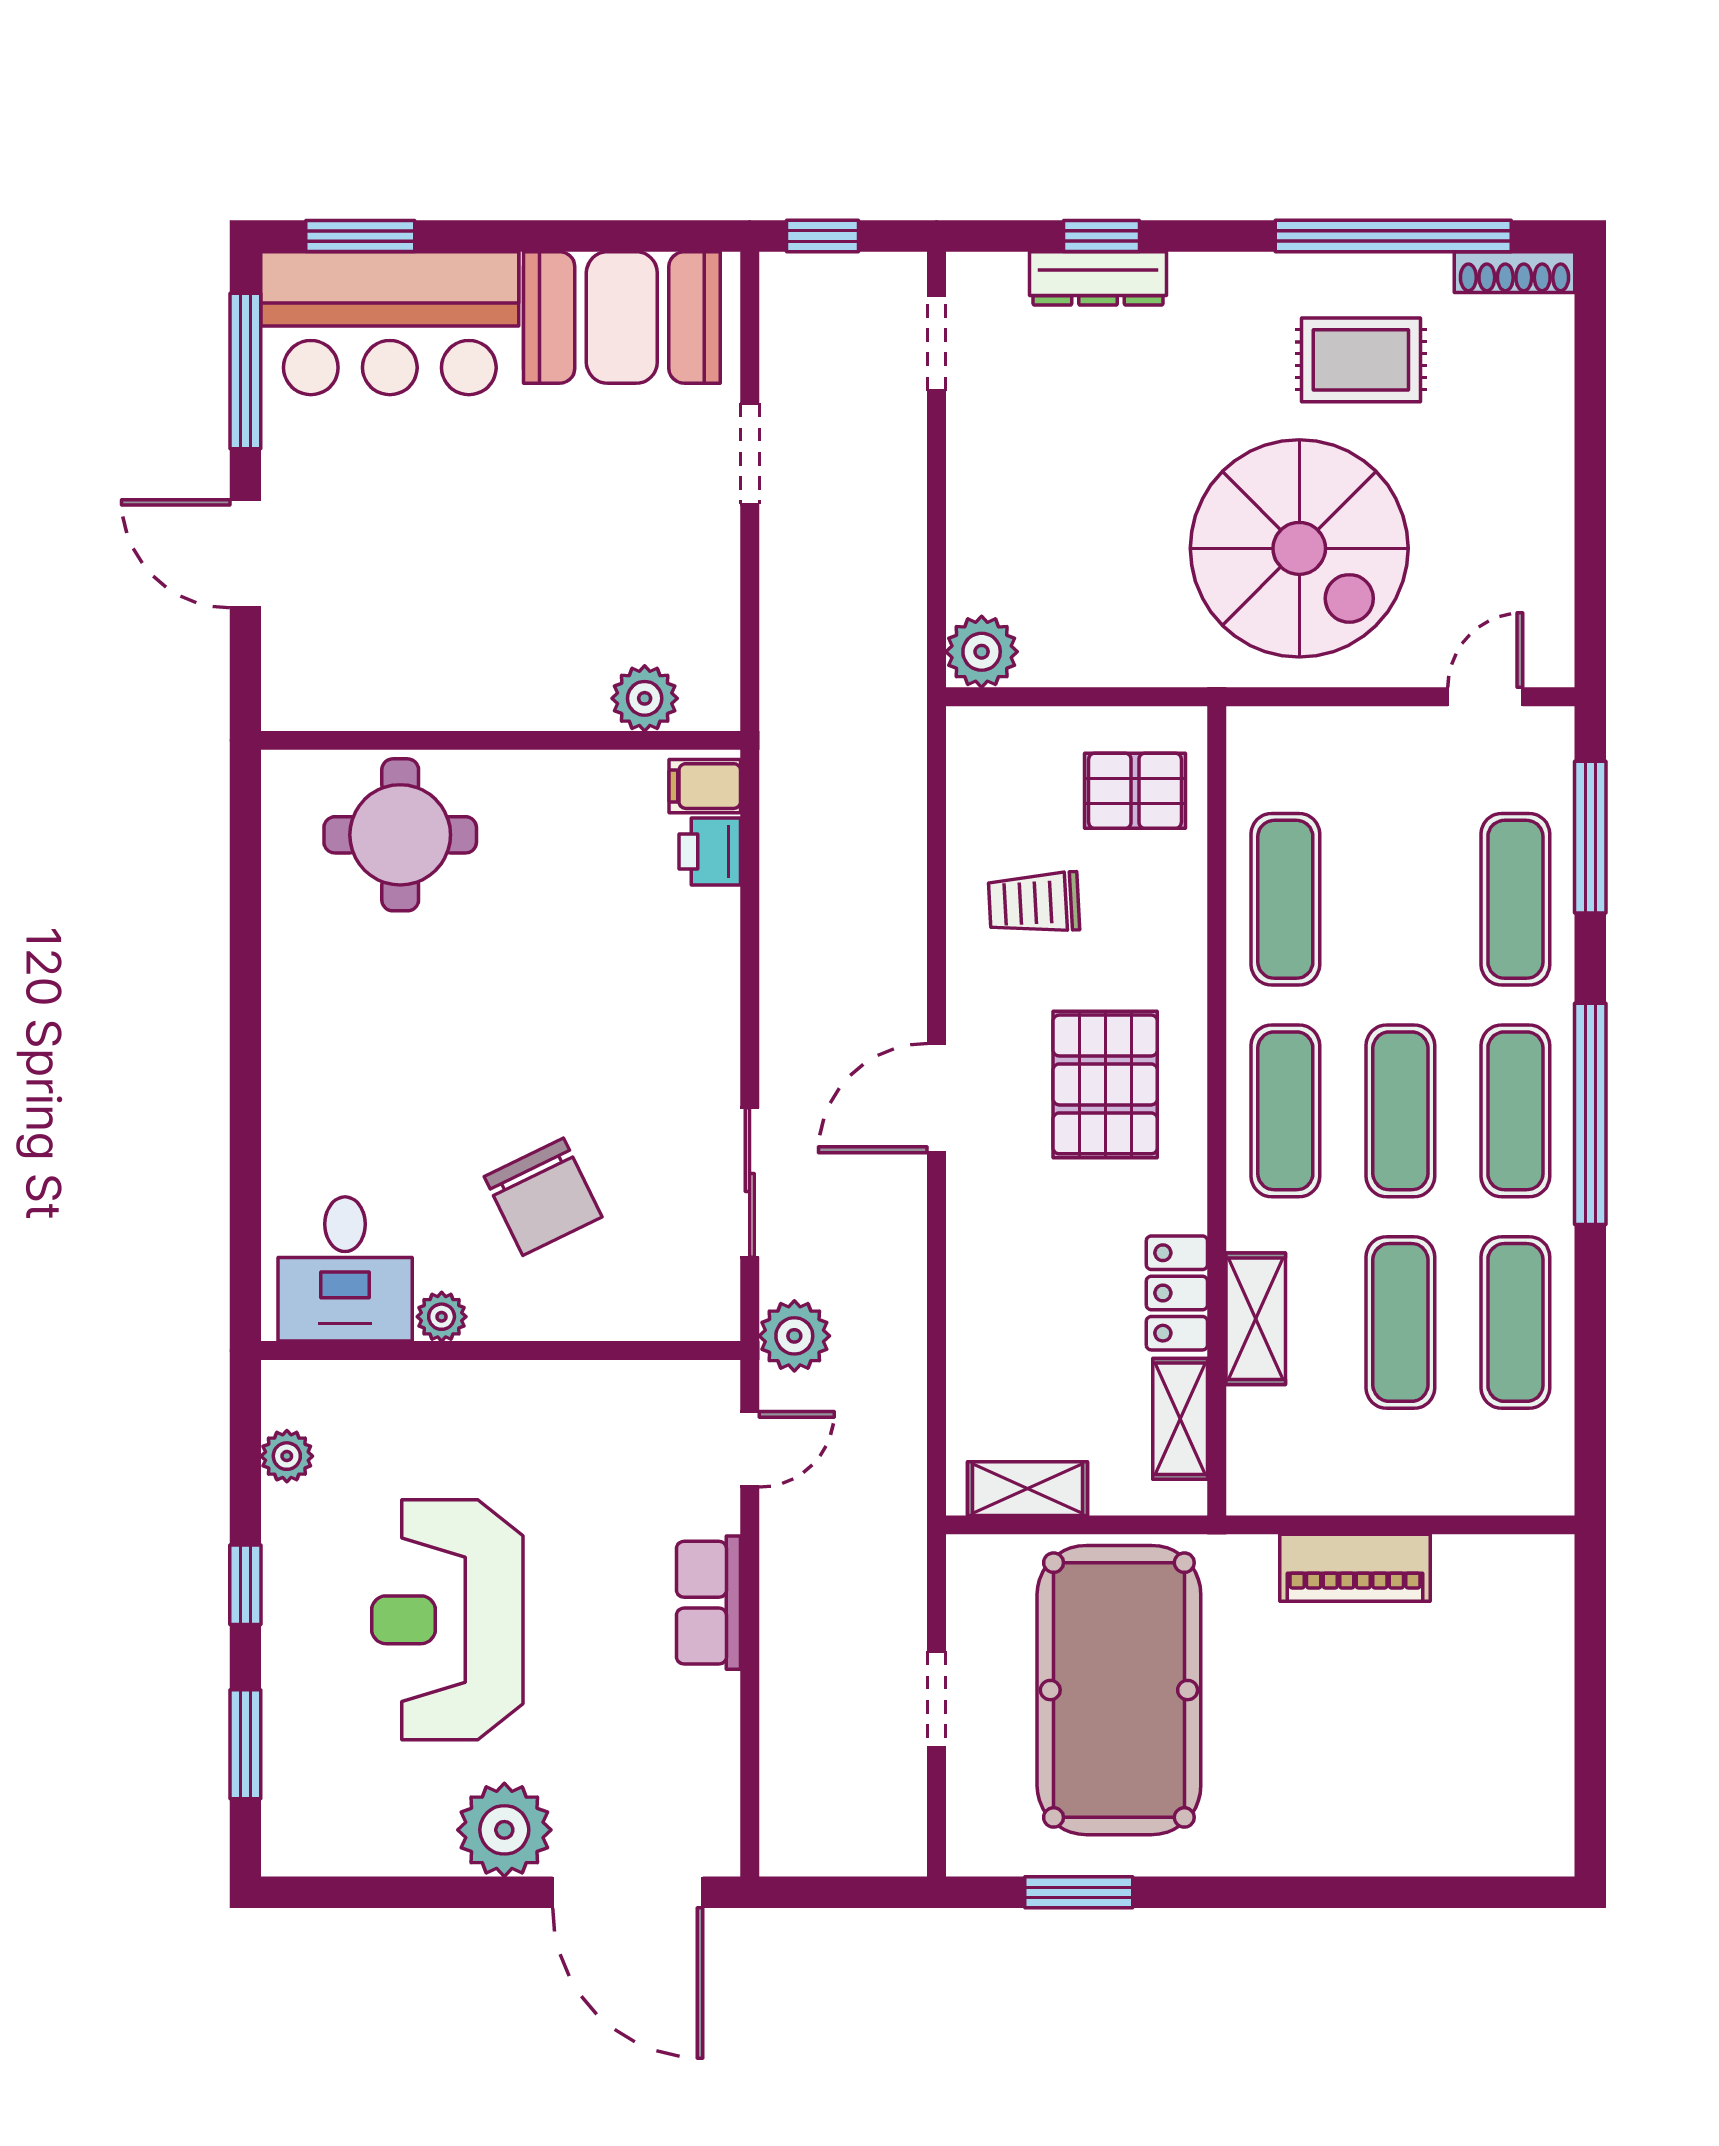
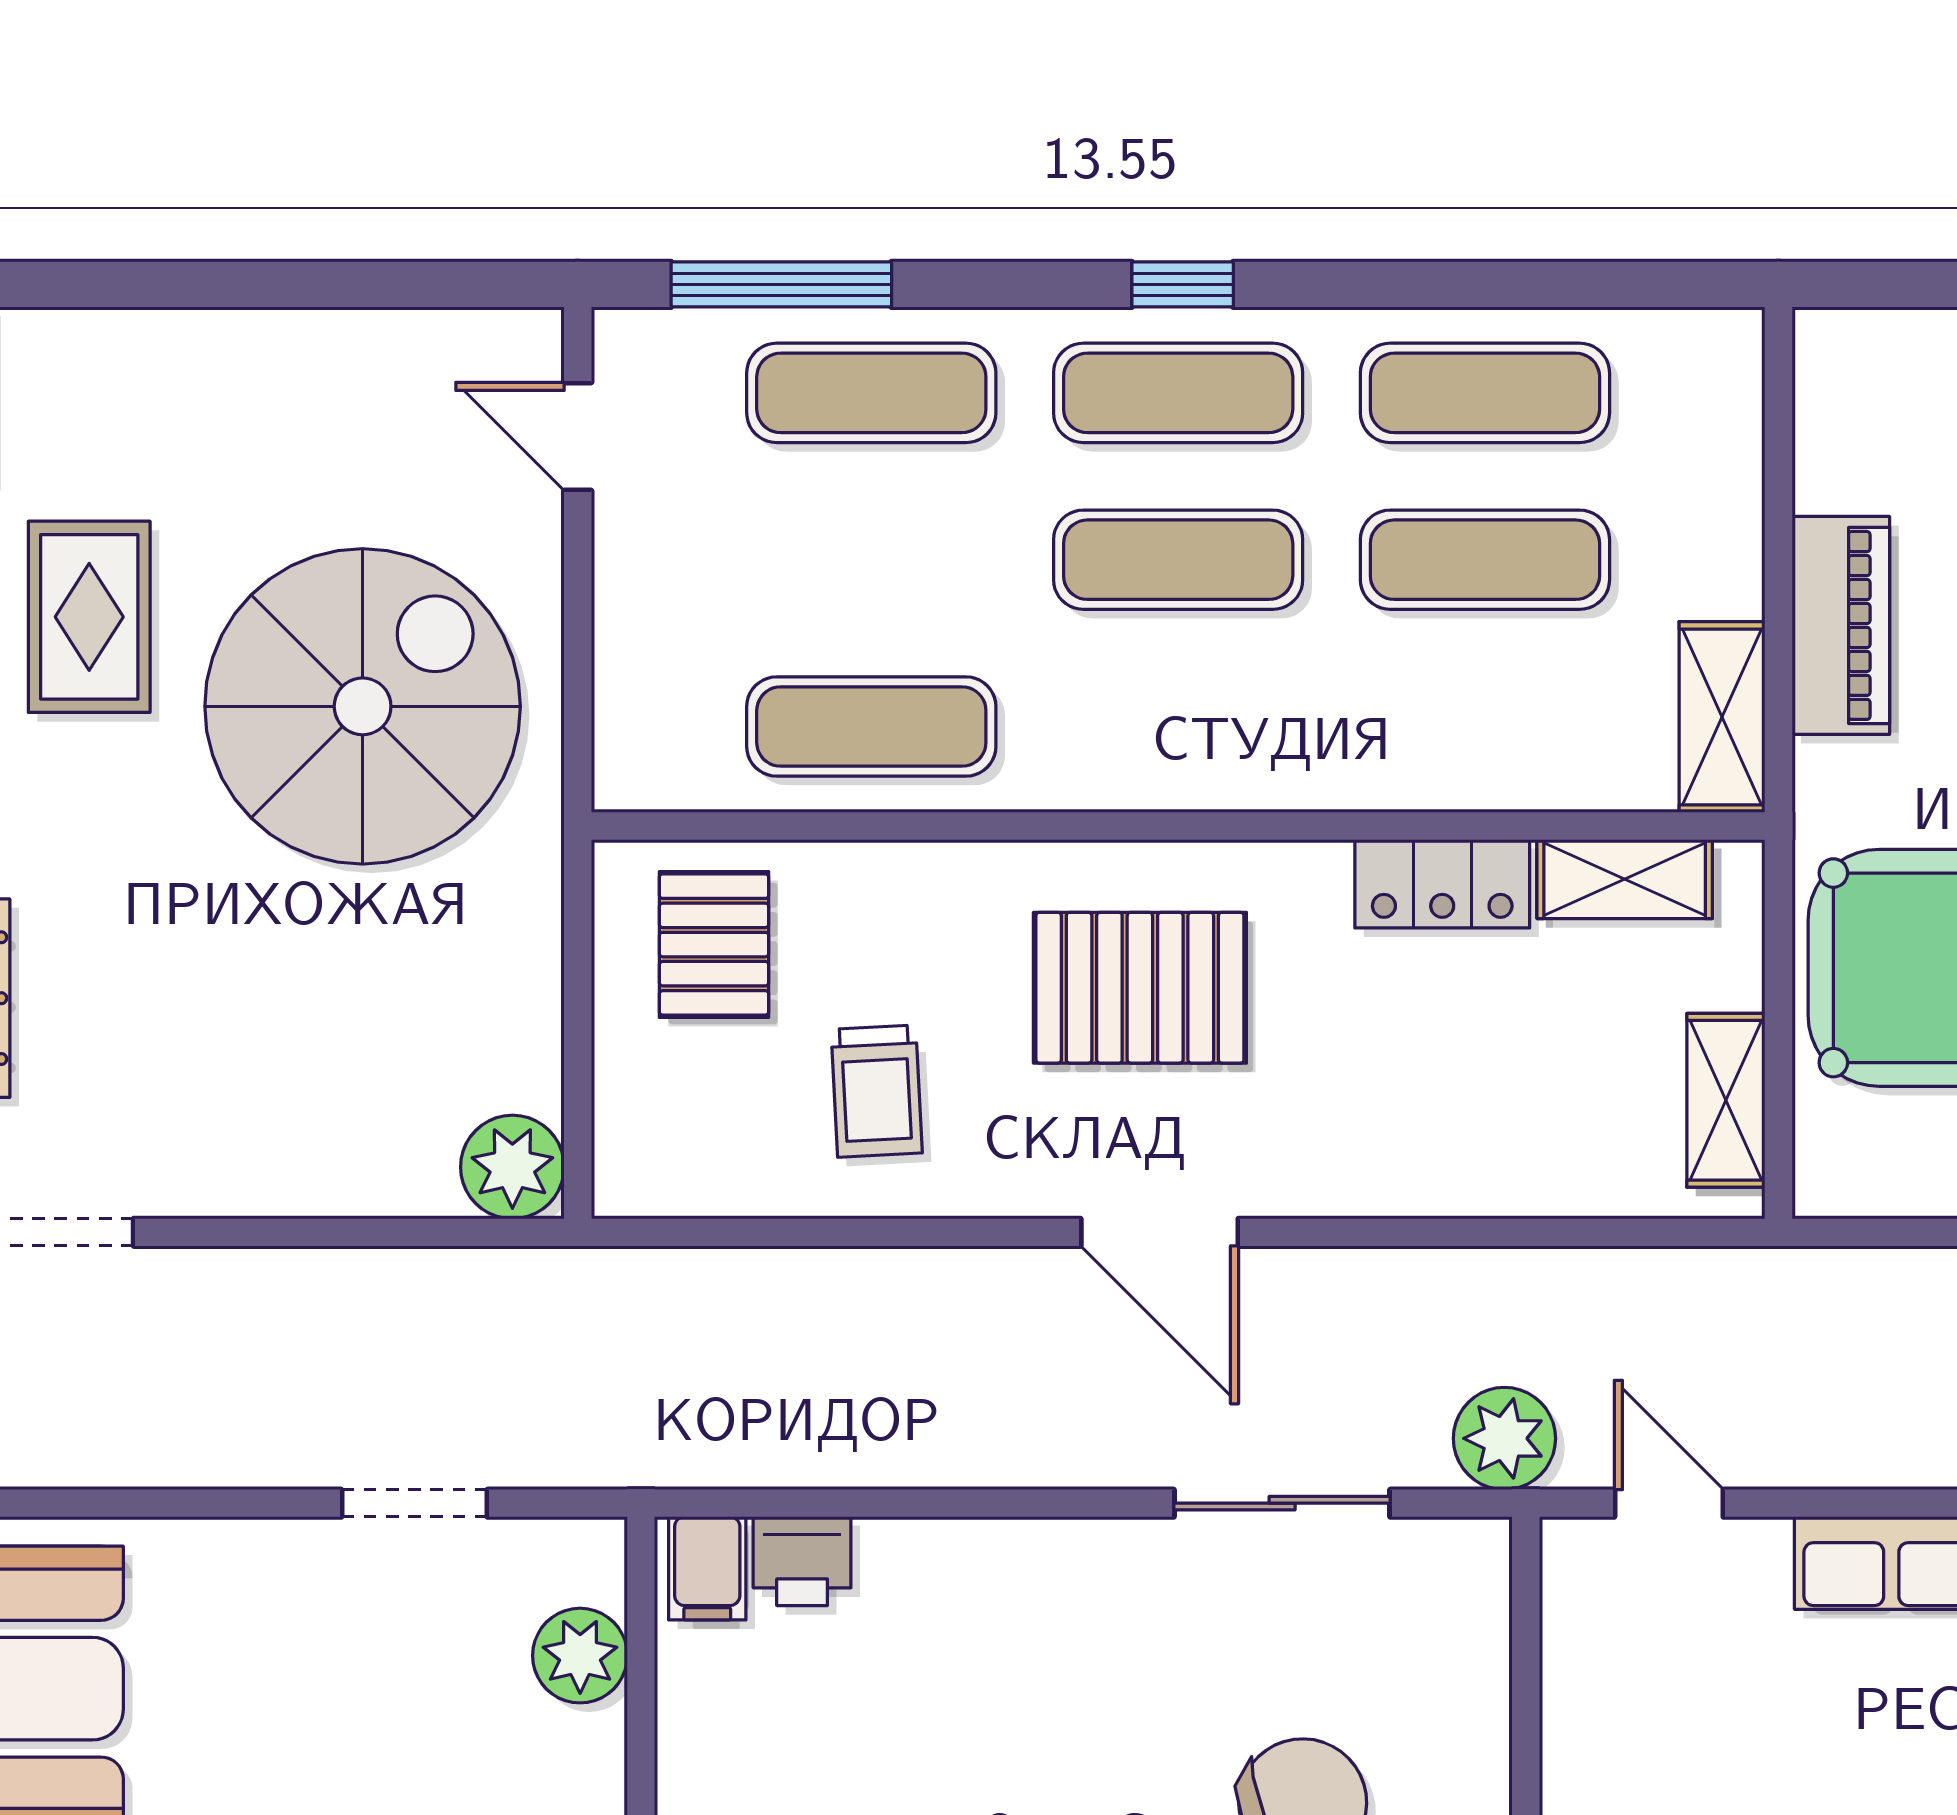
doorway: (750, 454) -> (414, 1503), moved
exercise mat: (1285, 1111) -> (1178, 727), removed
window: (1590, 1114) -> (1183, 284), width x0.32
shelving: (1256, 1319) -> (1722, 717), moved, turned 90

